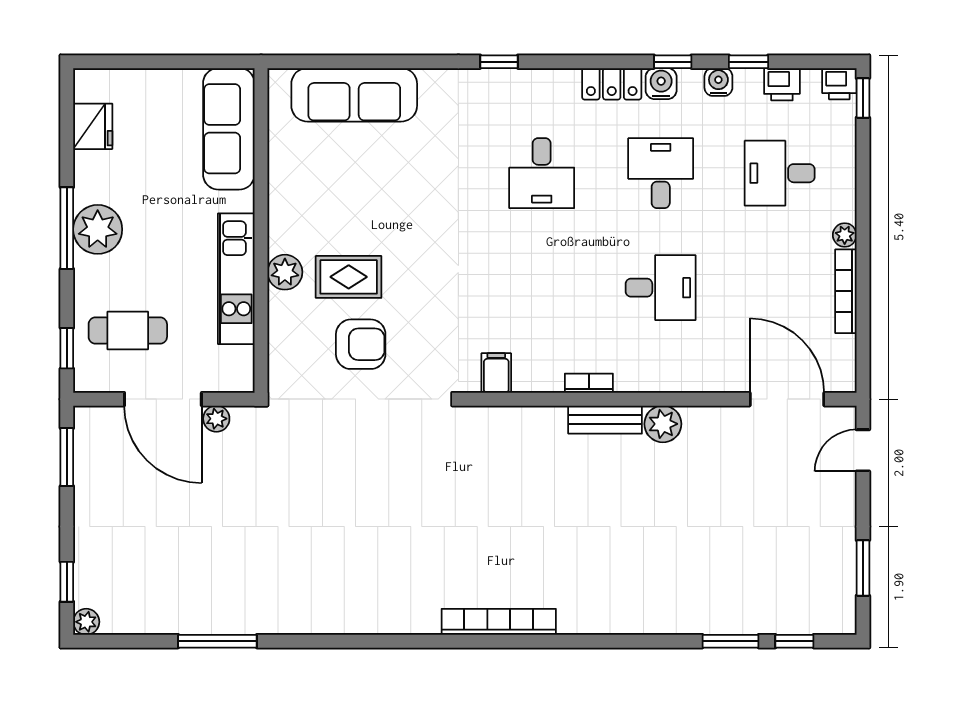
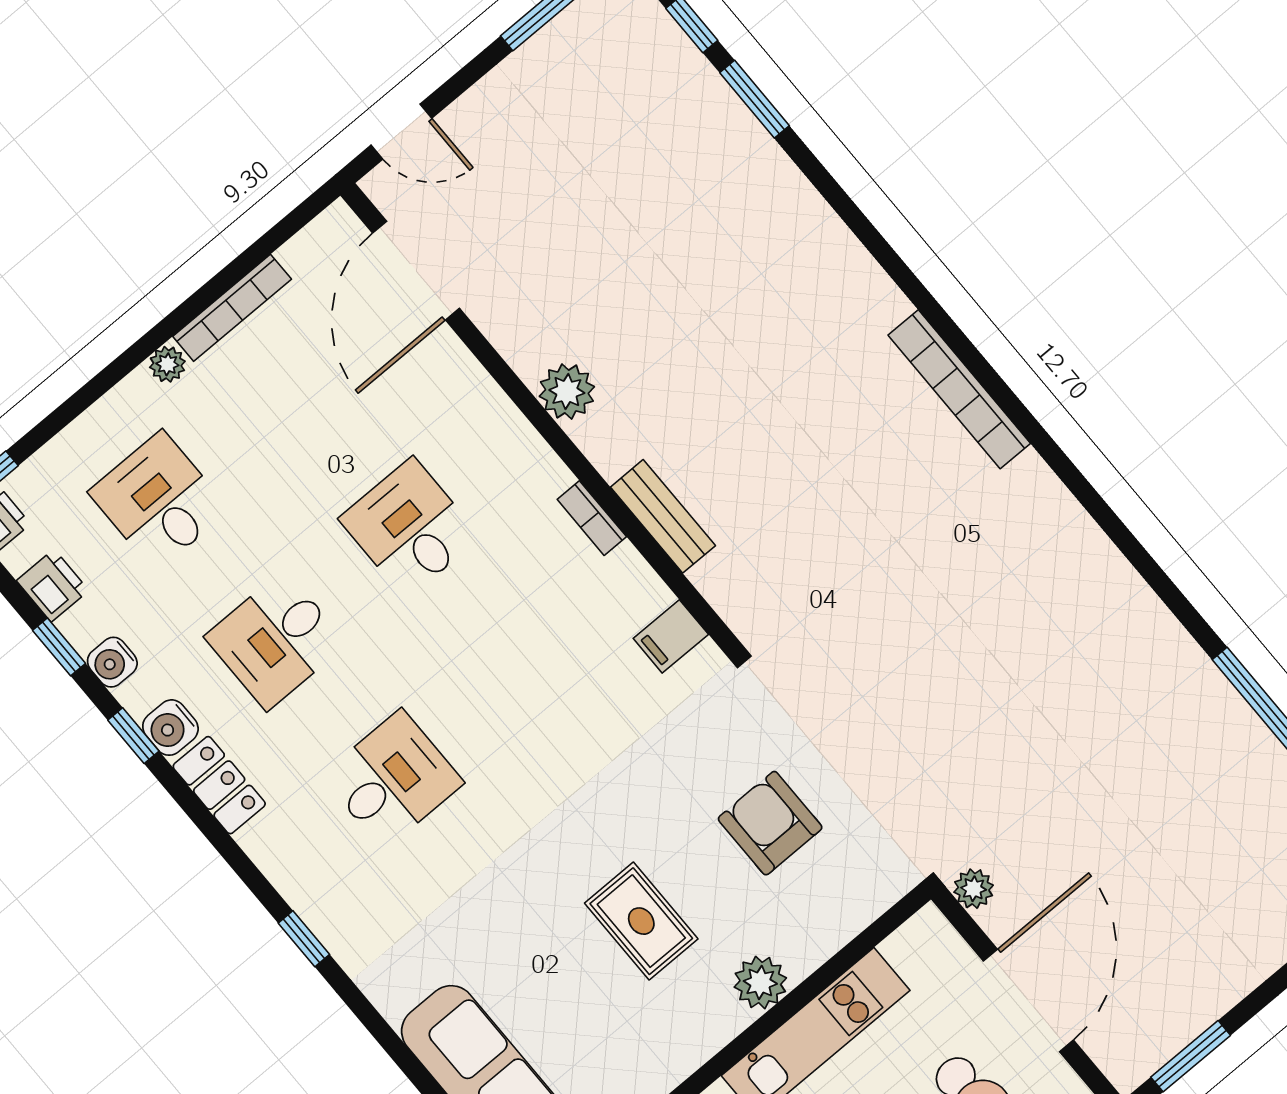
desk: (780, 173) -> (159, 501), turned 180
rug: (349, 277) -> (641, 921), moved
plant: (216, 419) -> (974, 889), moved
bench: (605, 420) -> (663, 516), moved

